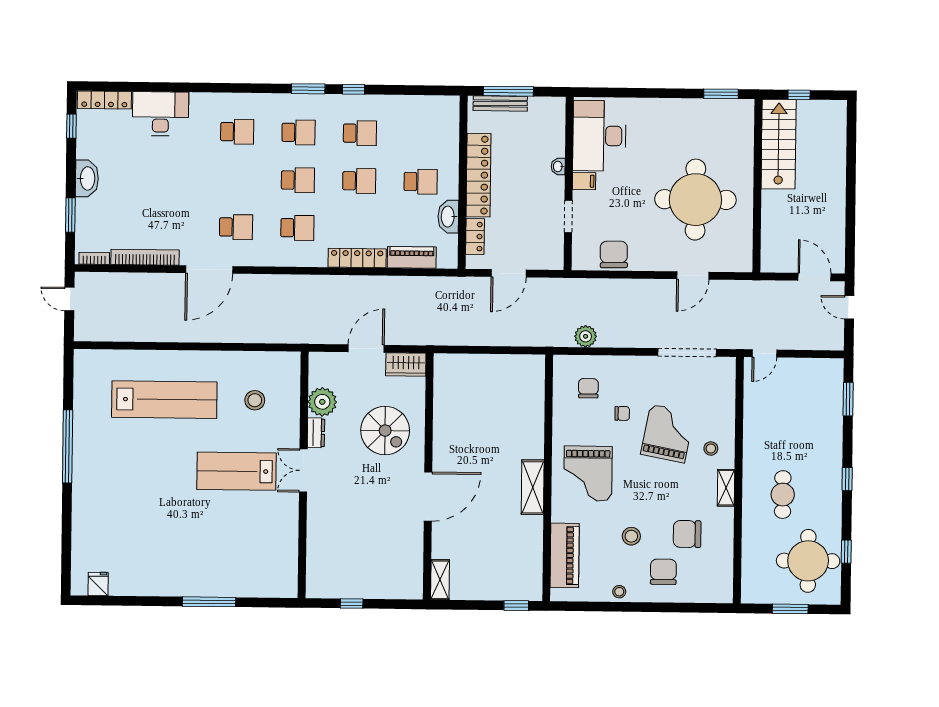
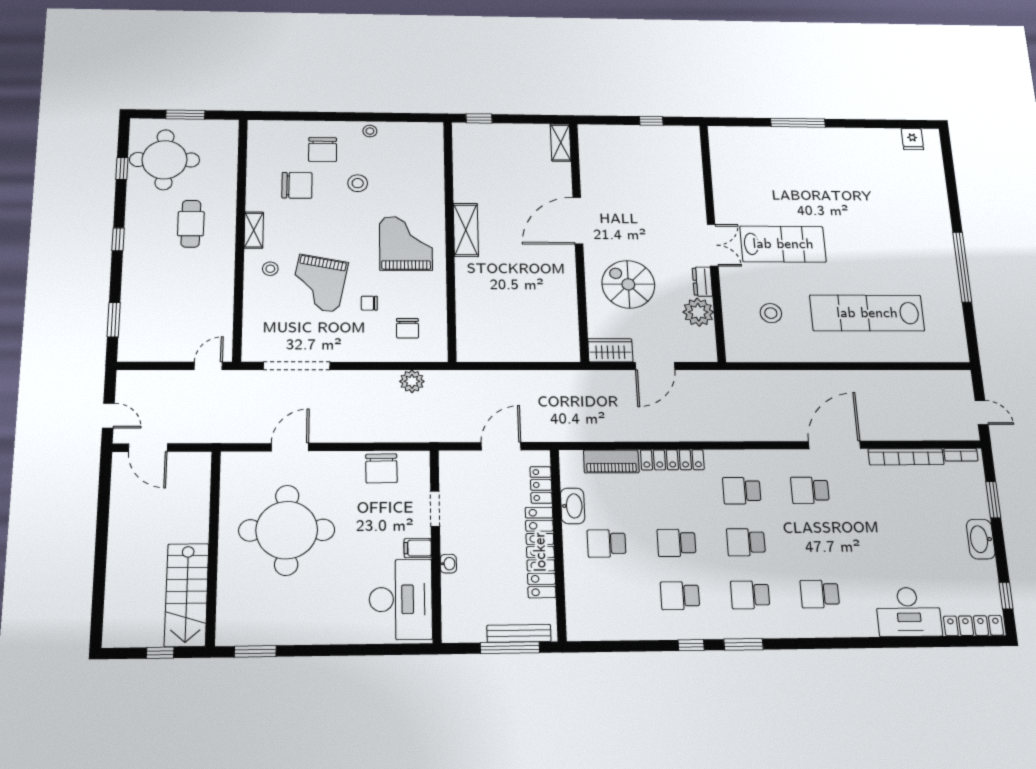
piano: (565, 555) -> (429, 165), removed

